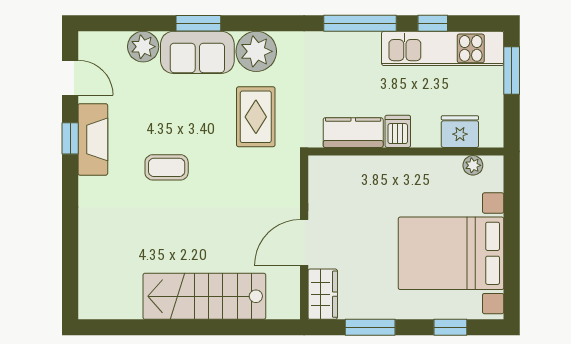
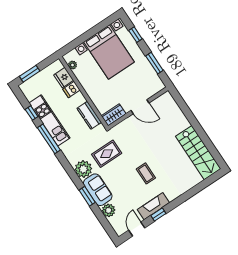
kitchen unit: (443, 48) -> (49, 120), moved
dishwasher: (398, 131) -> (71, 90), moved
wardrobe: (323, 294) -> (114, 115), moved
stairs: (204, 296) -> (198, 153), moved

